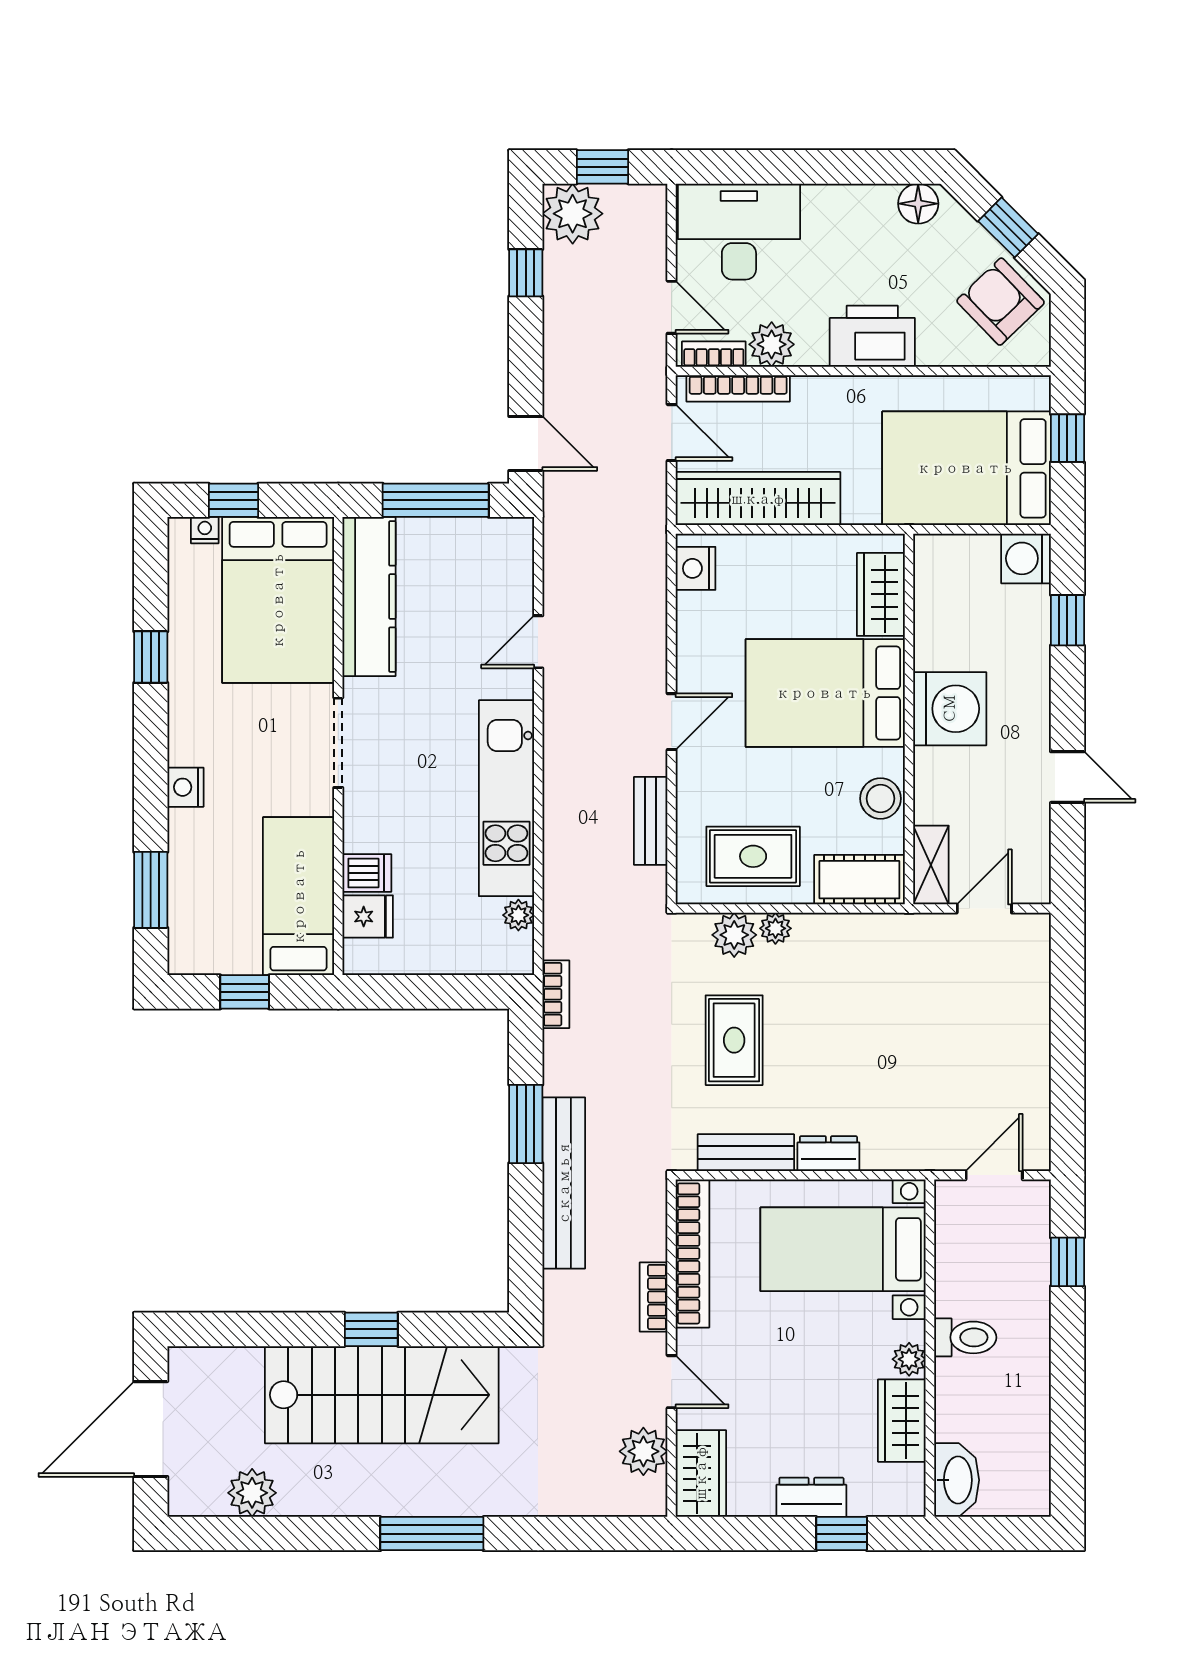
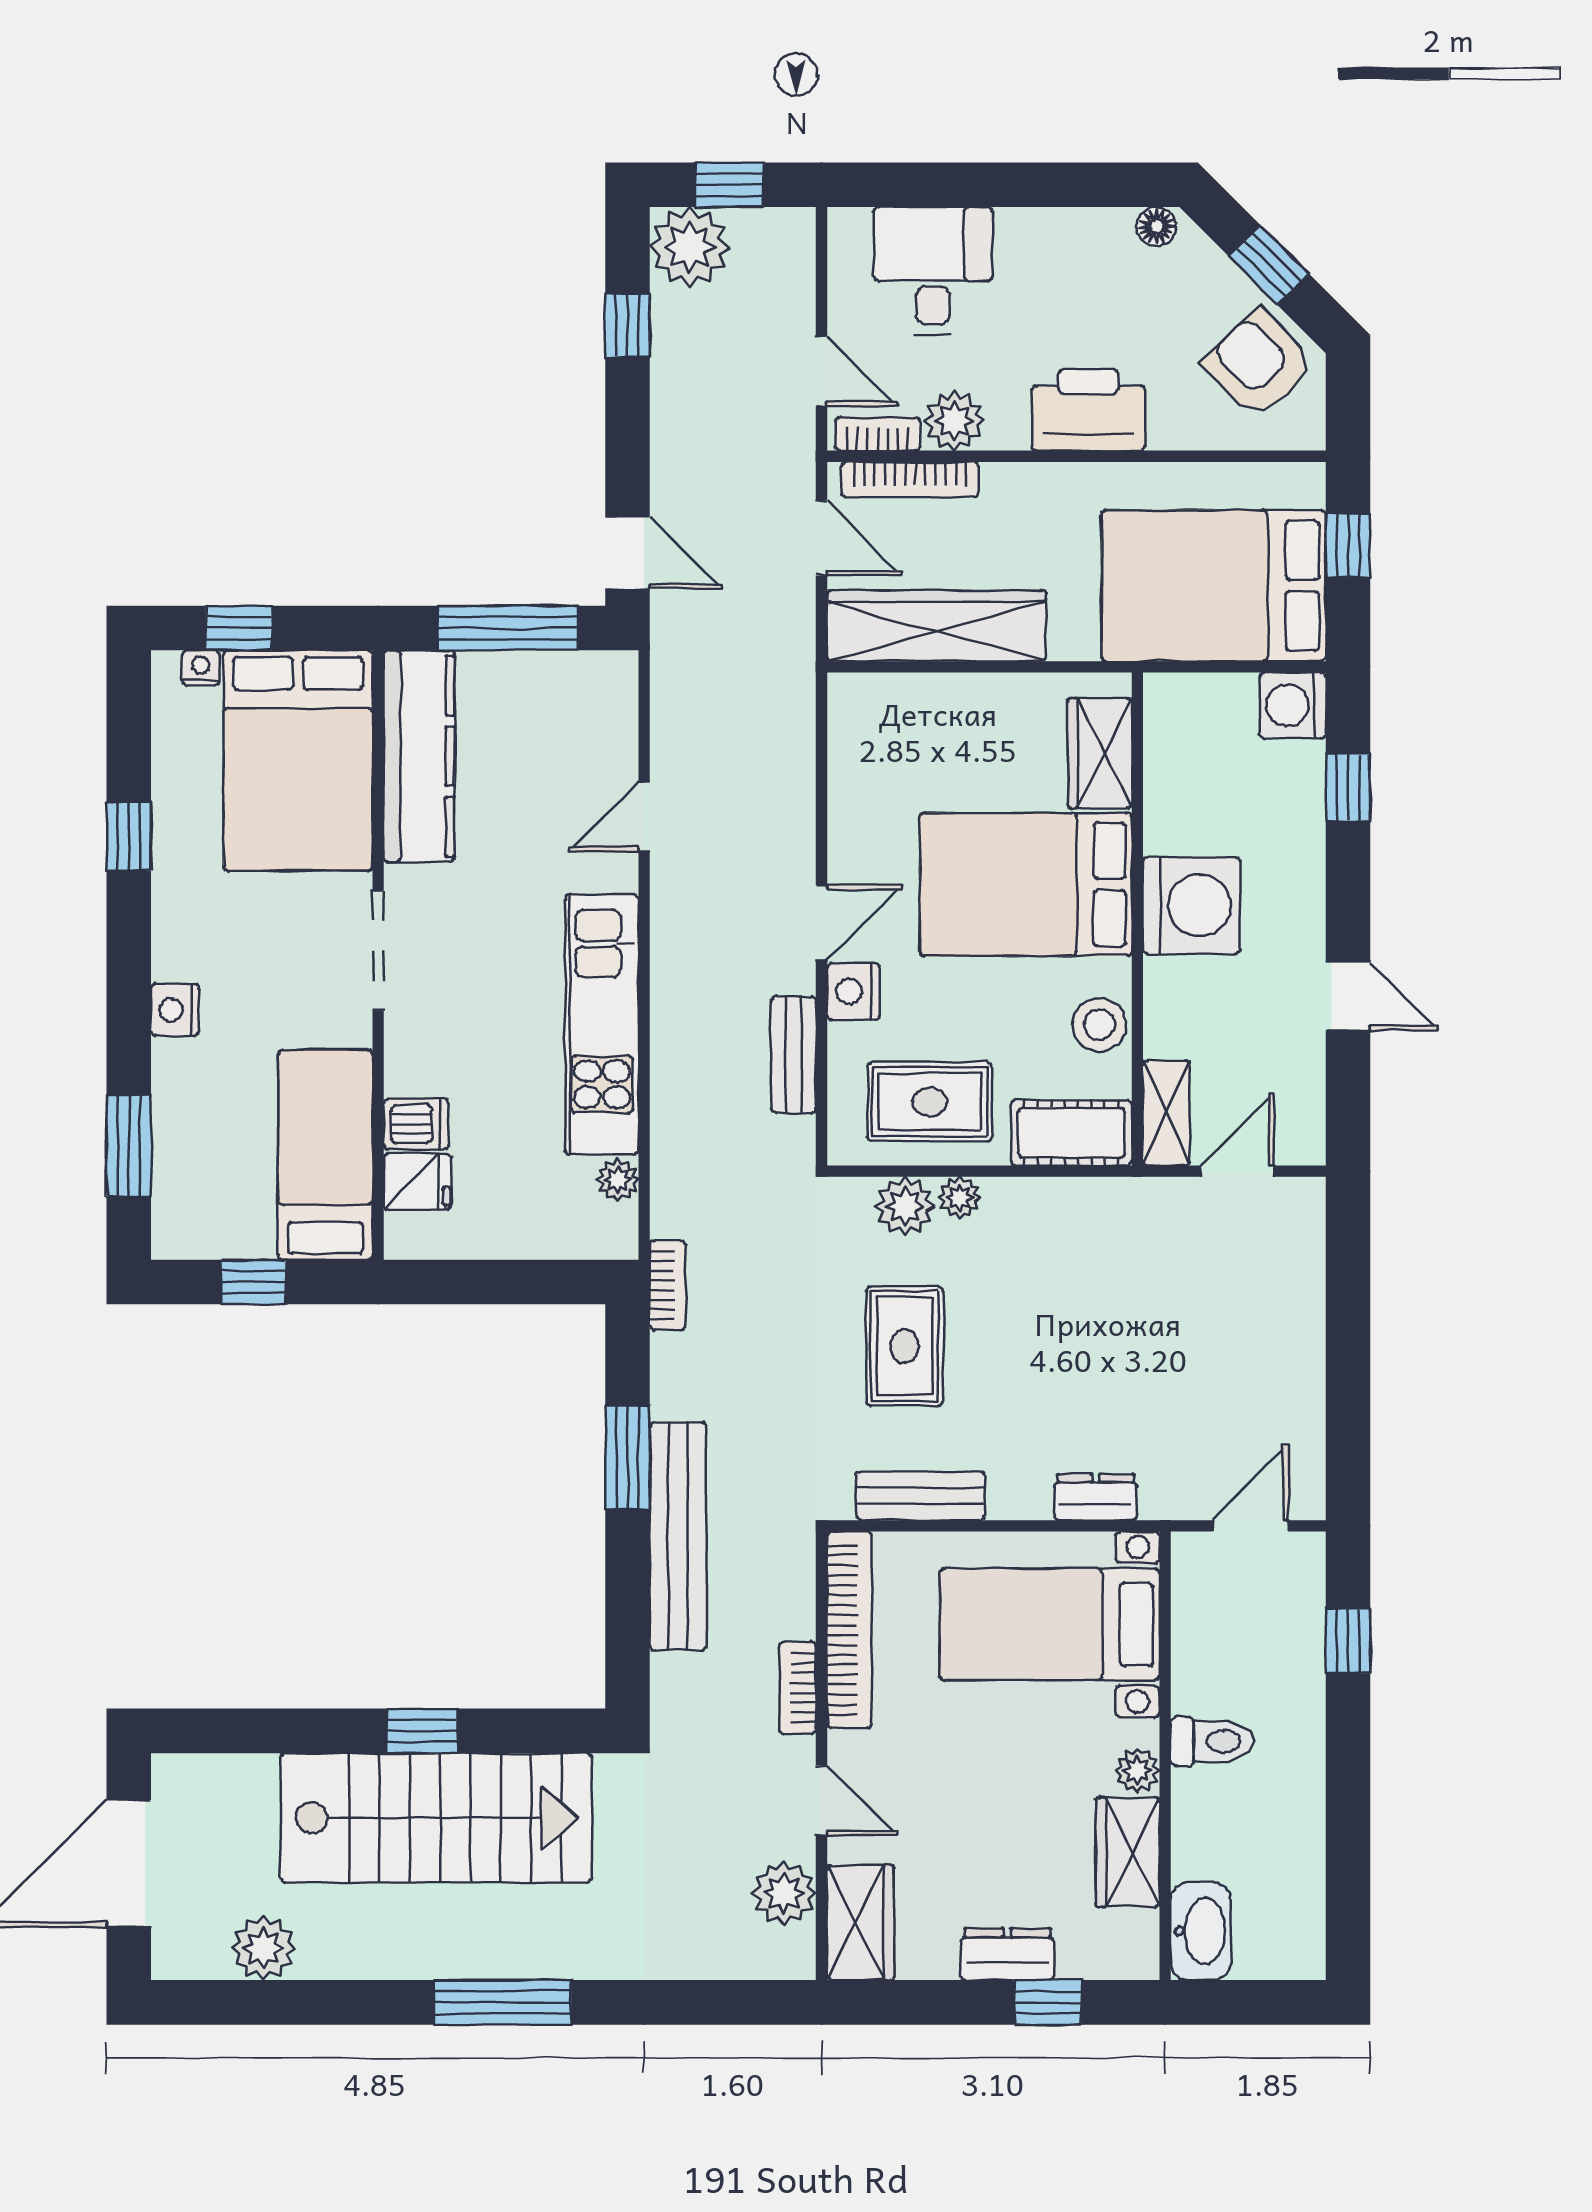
floor lamp: (918, 204) -> (1157, 226), width x0.73, depth x0.73
desk: (739, 232) -> (933, 271), width x0.73
nightstand: (696, 568) -> (853, 991), moved
dresser: (828, 1154) -> (1096, 1497), moved

